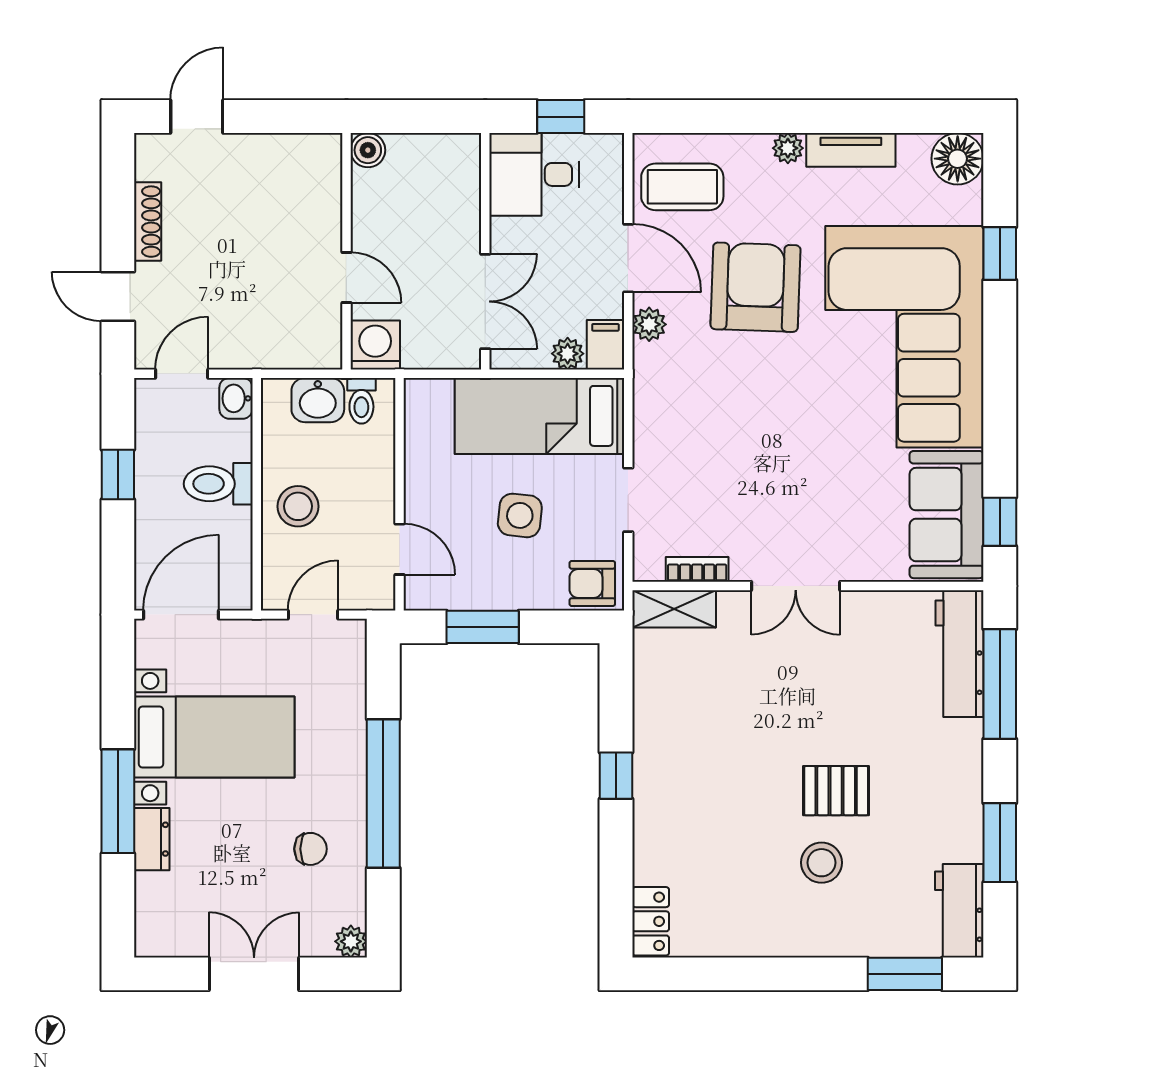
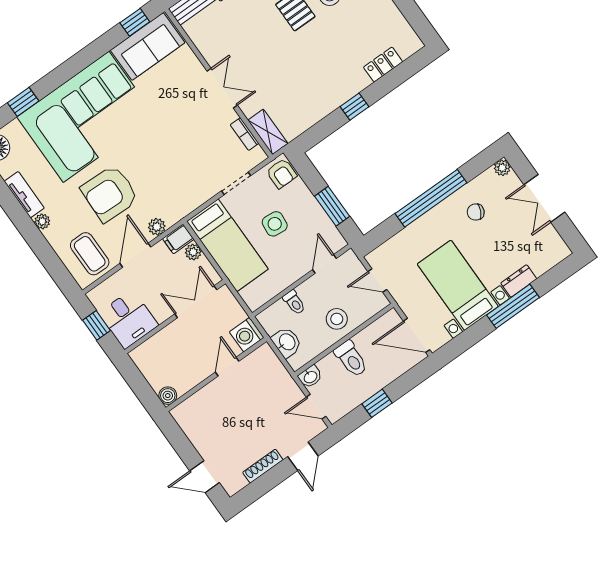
toilet: (361, 401) -> (294, 302), moved, turned 90
chair: (310, 849) -> (476, 212), turned -65
locker: (651, 921) -> (383, 64), moved

